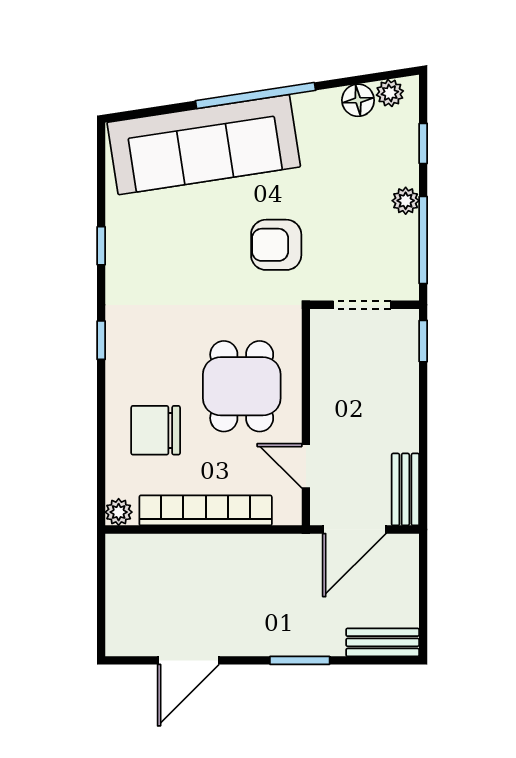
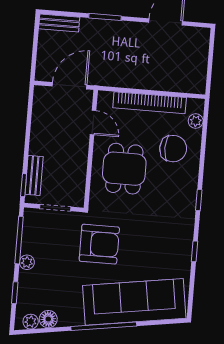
armchair: (276, 245) -> (99, 244), width x1.36, depth x1.36
bench: (405, 489) -> (34, 175), moved
plant: (119, 512) -> (196, 121), moved

